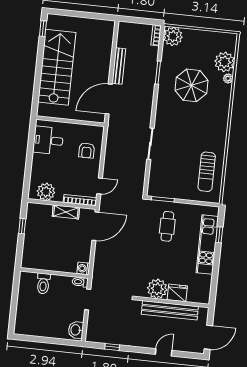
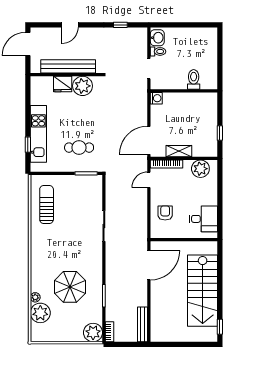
bench: (119, 66) -> (143, 324), moved
cafe table: (167, 226) -> (79, 148), turned 90
toilet: (80, 282) -> (158, 51), moved

